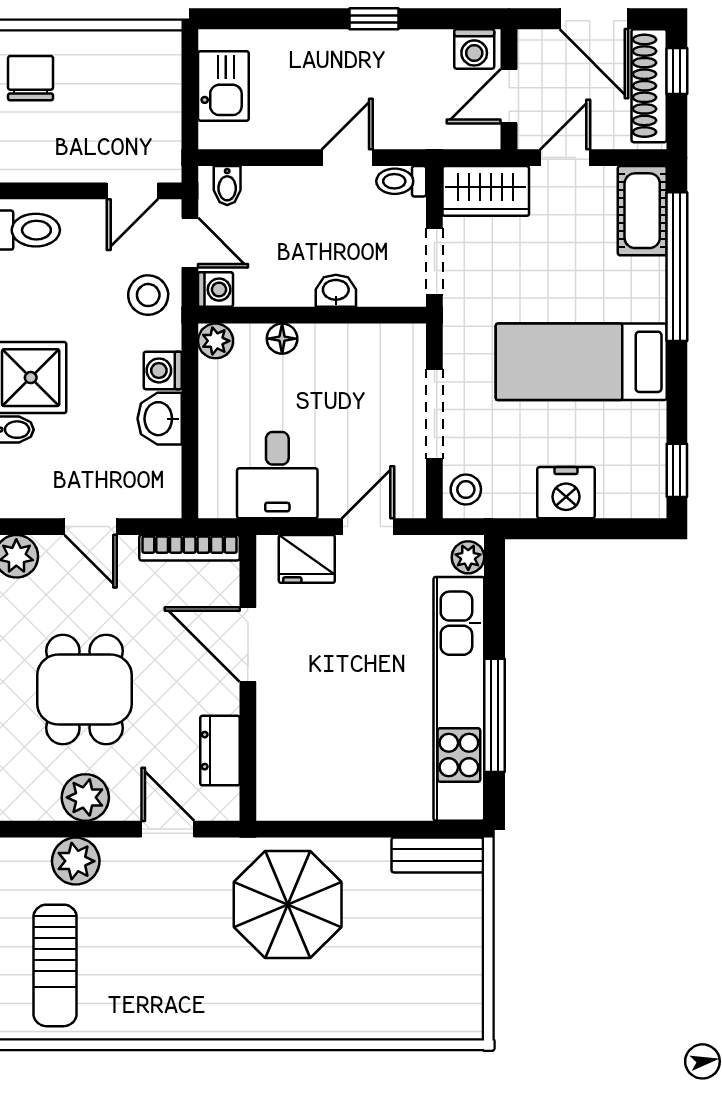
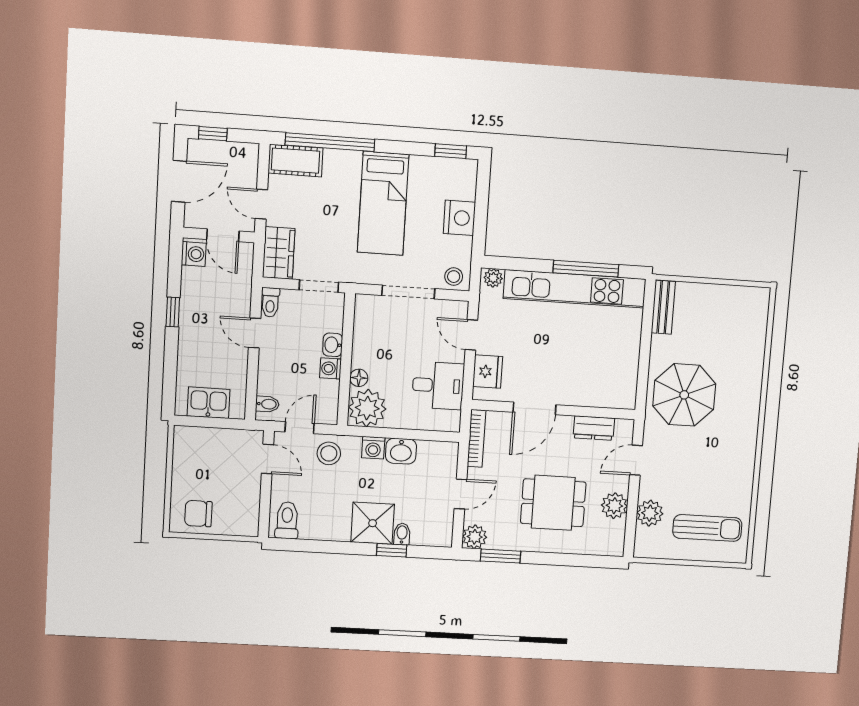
shoe rack: (649, 86) -> (221, 151), removed
washing machine: (216, 290) -> (331, 368), moved, turned -90
plant: (216, 341) -> (367, 408), width x1.87, depth x1.87

